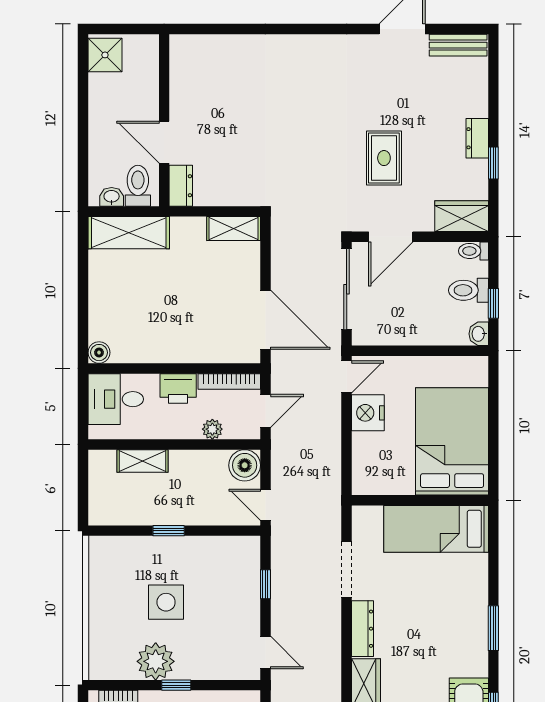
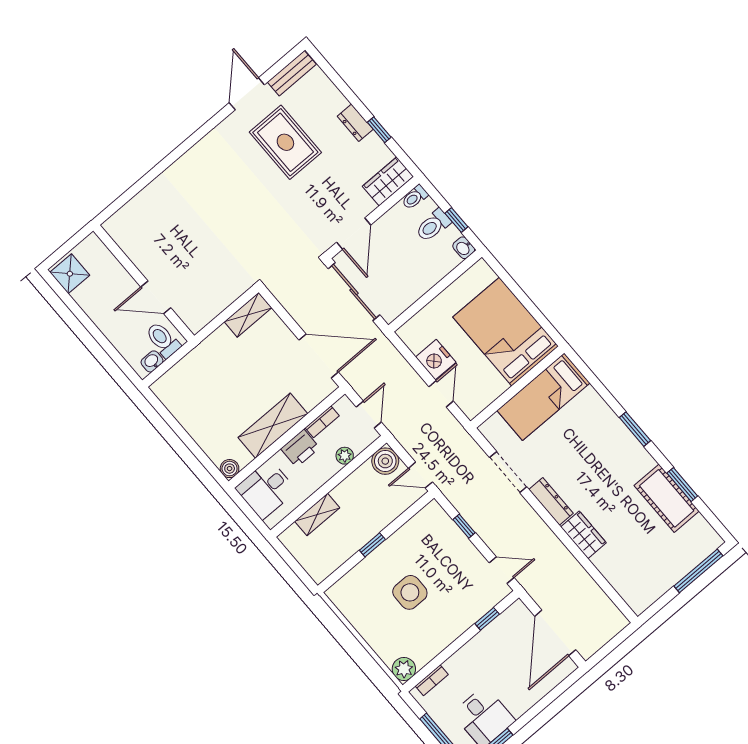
rug: (384, 158) -> (285, 142), moved, width x1.36, depth x1.43
dresser: (181, 186) -> (190, 316), removed
shelving: (129, 233) -> (273, 426), moved
door: (347, 377) -> (441, 394), moved
bookcase: (229, 382) -> (322, 422), width x0.64
plant: (156, 661) -> (404, 669), moved, width x0.73, depth x0.73
window: (176, 685) -> (487, 619), moved

